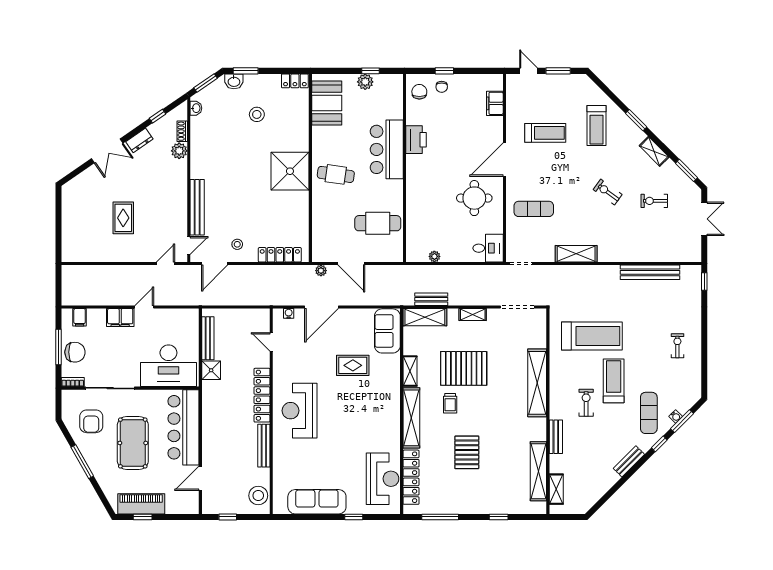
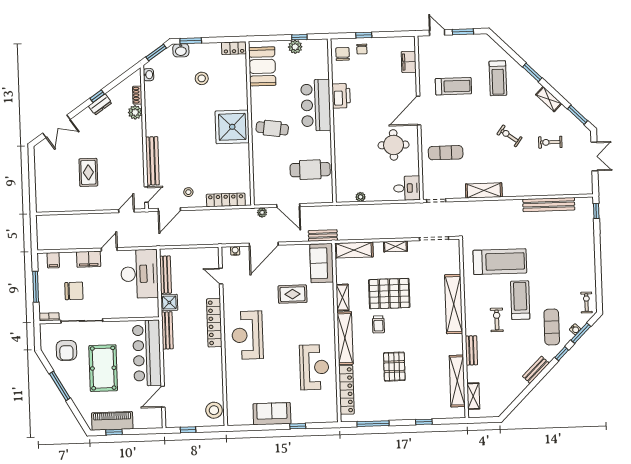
window: (157, 116) -> (97, 96), moved
double door: (107, 151) -> (56, 126), moved
bench: (431, 299) -> (323, 235), moved
exercise bike: (677, 346) -> (586, 303), moved
chair: (75, 352) -> (74, 291), moved
desk: (168, 366) -> (139, 274), moved, turned -90
bench: (264, 446) -> (167, 330), moved
reception desk: (383, 479) -> (314, 367), moved
sofa: (317, 502) -> (272, 414), width x0.73

